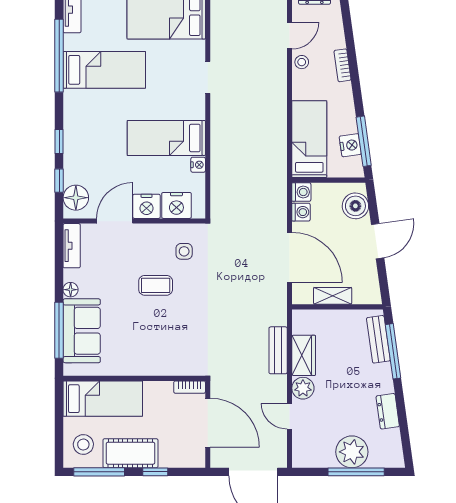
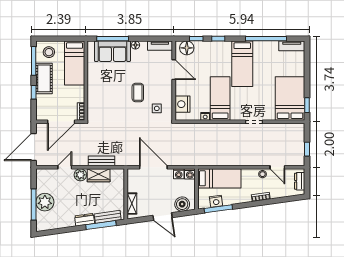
bed: (104, 70) -> (242, 64), moved
nightstand: (147, 206) -> (182, 87), removed
door: (290, 257) -> (153, 167), swing flipped
shelving: (333, 296) -> (132, 204), moved
dresser: (388, 411) -> (85, 220), moved

